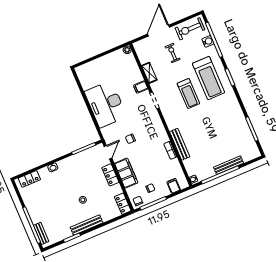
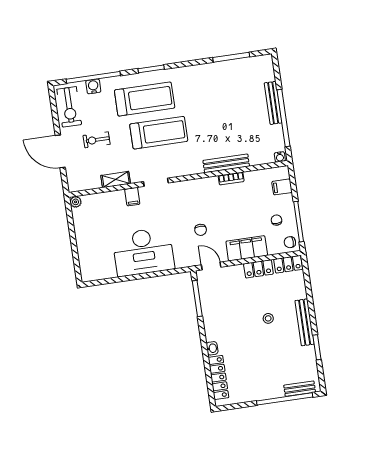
treadmill: (188, 93) -> (159, 133), width x1.37, depth x1.38
locker: (110, 175) -> (258, 269), moved
locker: (29, 179) -> (218, 378), width x1.53

